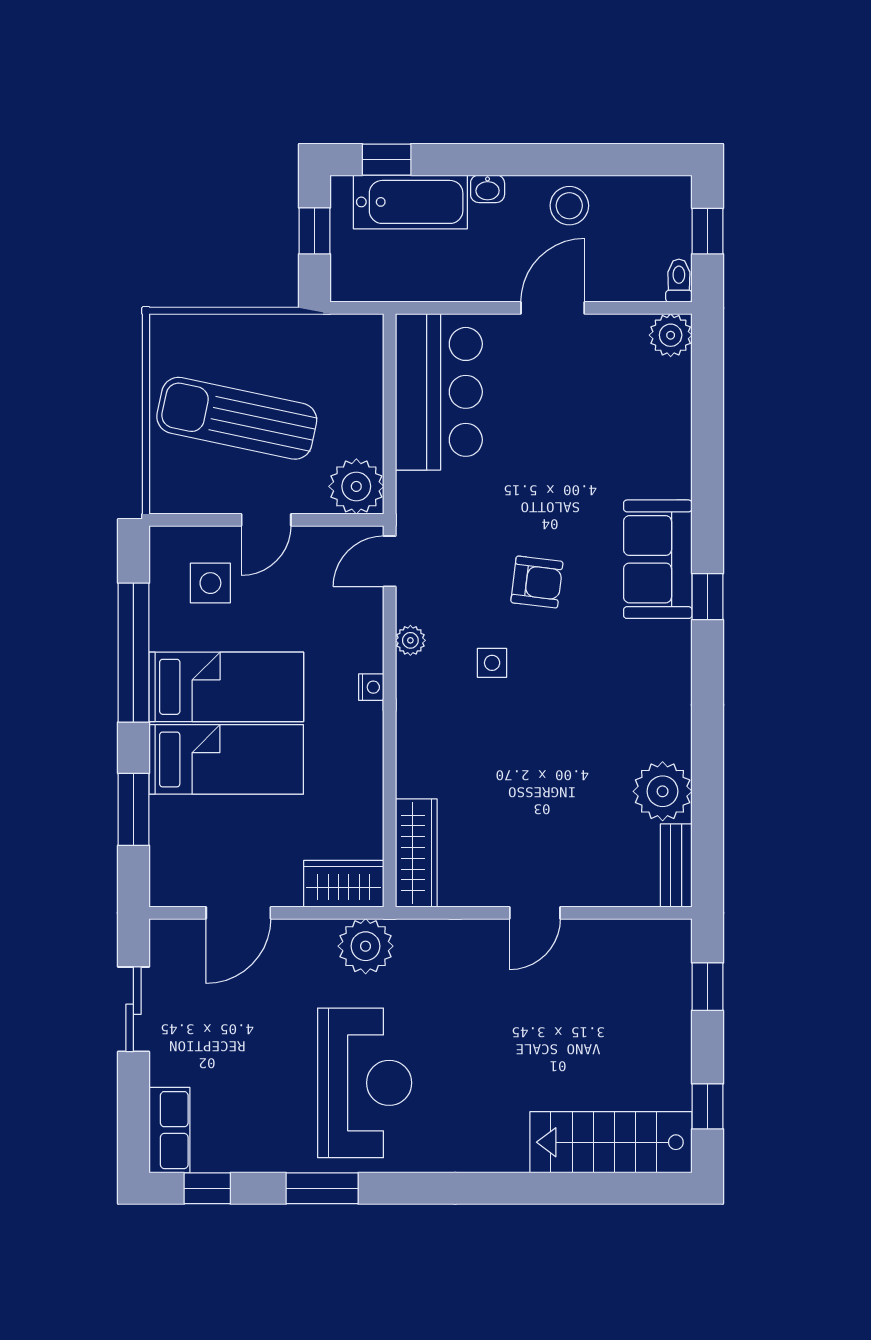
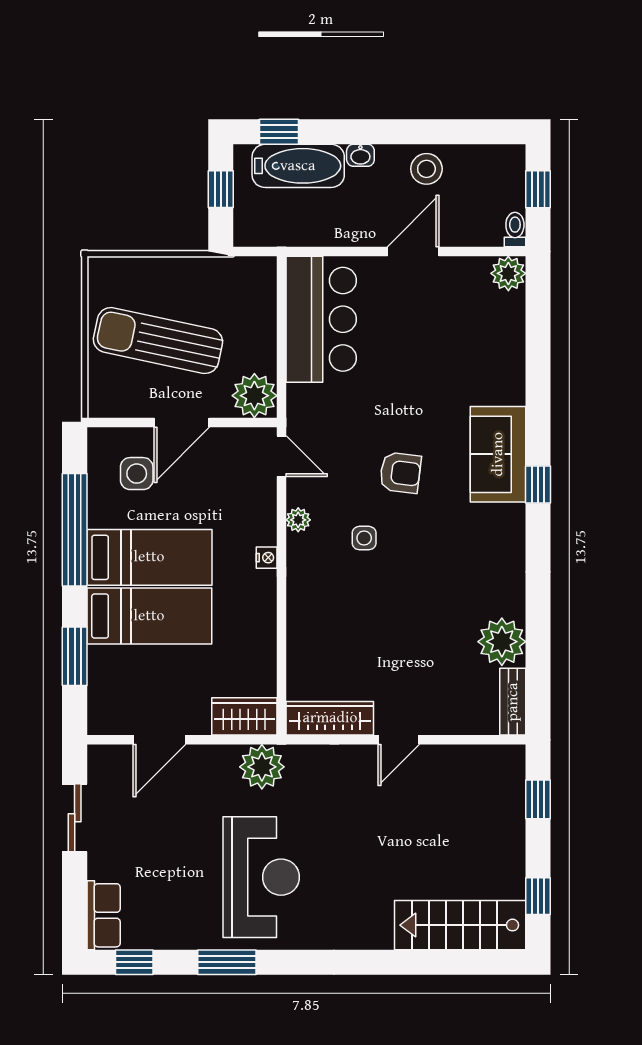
door: (266, 520) -> (182, 423), width x1.38
door: (390, 561) -> (281, 456), swing flipped
wardrobe: (416, 853) -> (330, 718), moved, turned -90

